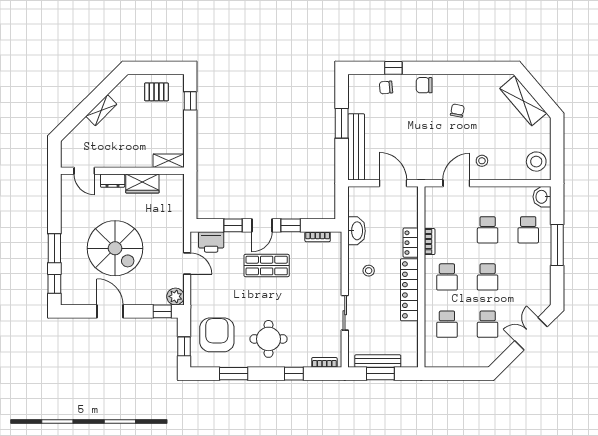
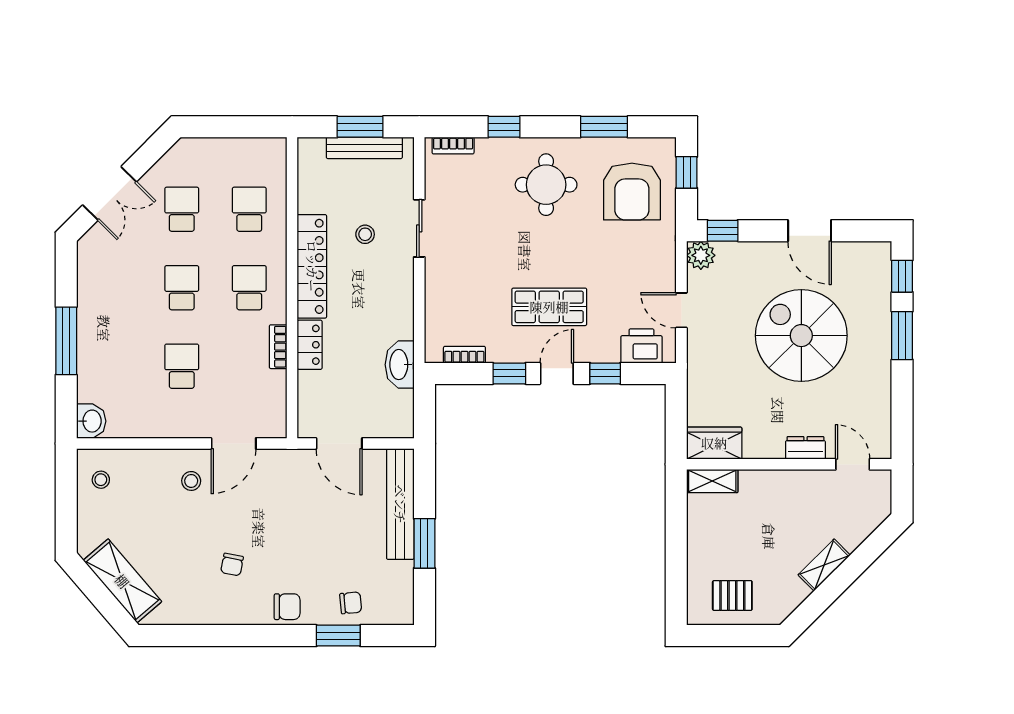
window: (393, 68) -> (338, 636), width x1.50
window: (190, 101) -> (676, 581), removed
stool: (536, 162) -> (101, 480), width x0.53, depth x0.53
wardrobe: (142, 184) -> (714, 443), moved
school desk: (528, 230) -> (114, 366), removed
stool: (369, 271) -> (365, 234), moved

